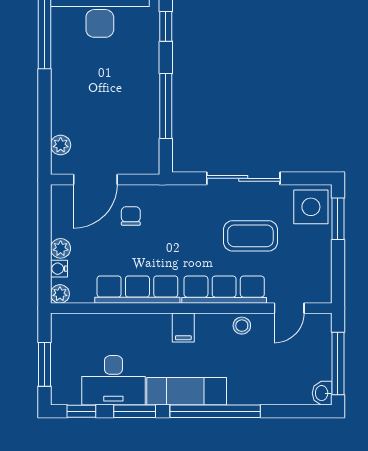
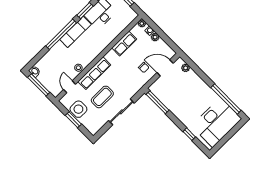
window: (166, 106) -> (158, 102), moved
door: (95, 180) -> (165, 68), hinge flipped
side table: (311, 207) -> (78, 109), moved
window: (338, 219) -> (73, 120), moved
row of seats: (137, 290) -> (124, 44), width x0.68
filing cabinet: (183, 328) -> (95, 50), removed

